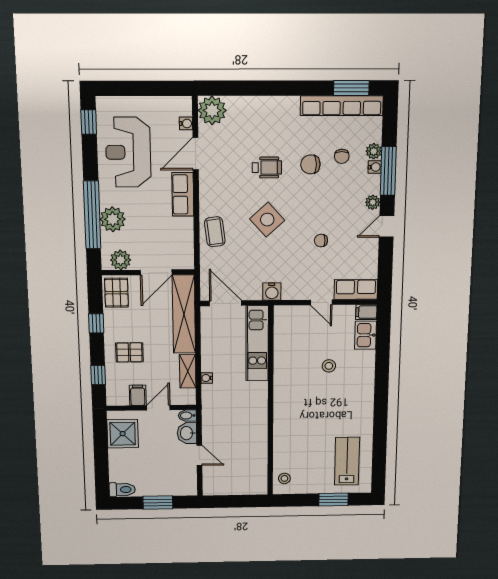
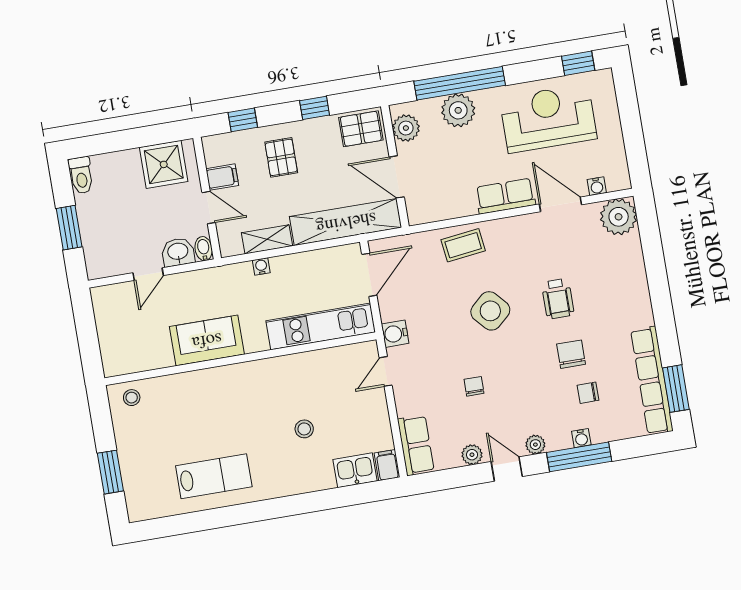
plant: (374, 151) -> (472, 455), moved
door: (321, 302) -> (386, 371), moved
sofa: (253, 423) -> (207, 340), added
lab bench: (347, 461) -> (214, 476), moved

